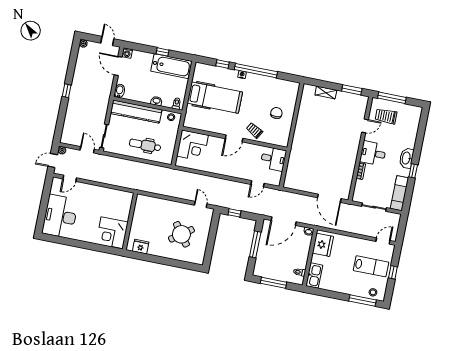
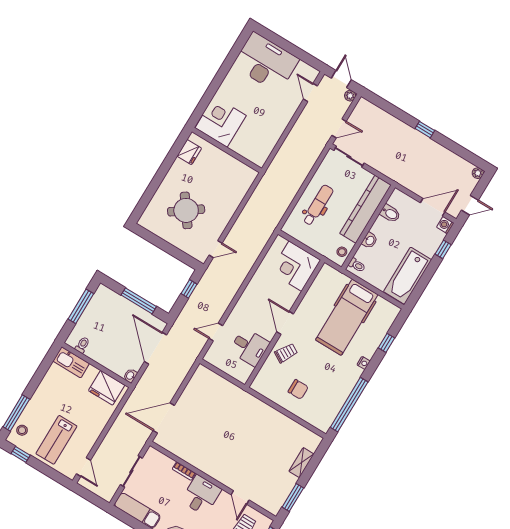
window: (163, 52) -> (443, 249), moved
window: (256, 71) -> (349, 405), moved
bidet: (120, 91) -> (390, 213), moved
desk: (273, 159) -> (249, 347), moved, turned -90
door: (258, 184) -> (216, 332), hinge flipped
window: (393, 272) -> (21, 454), moved

